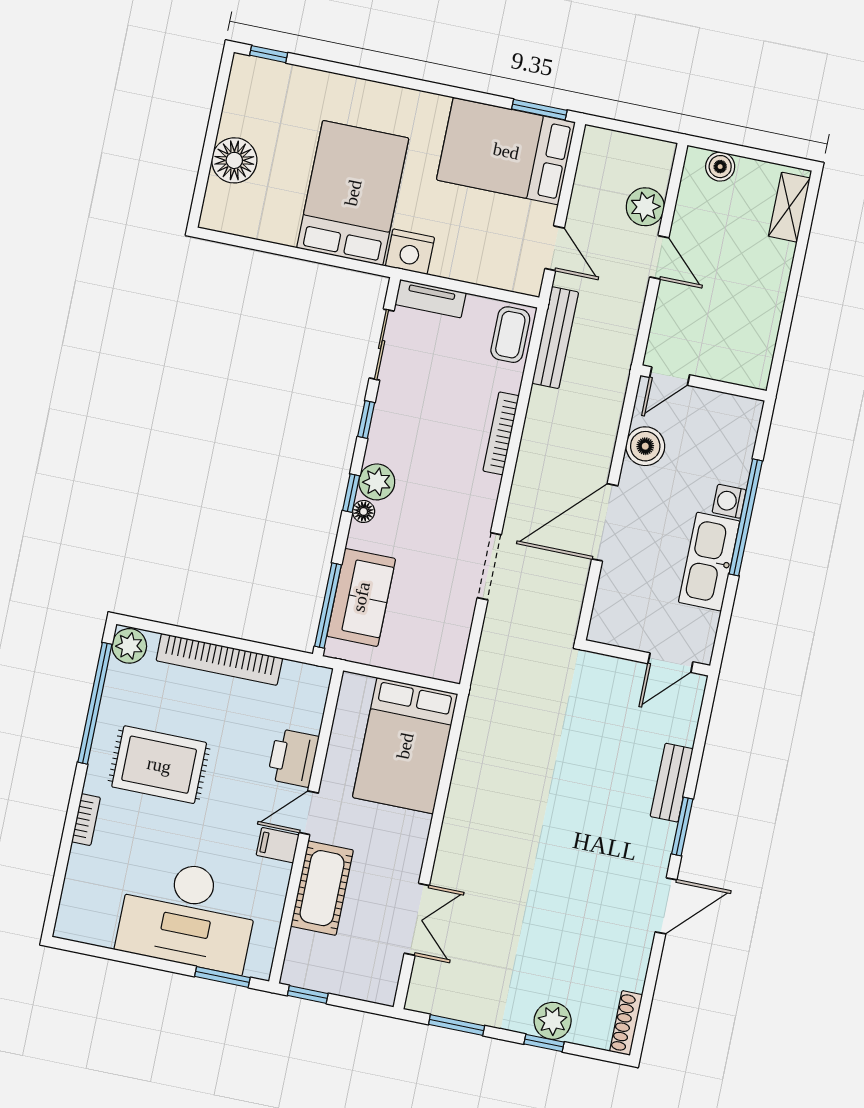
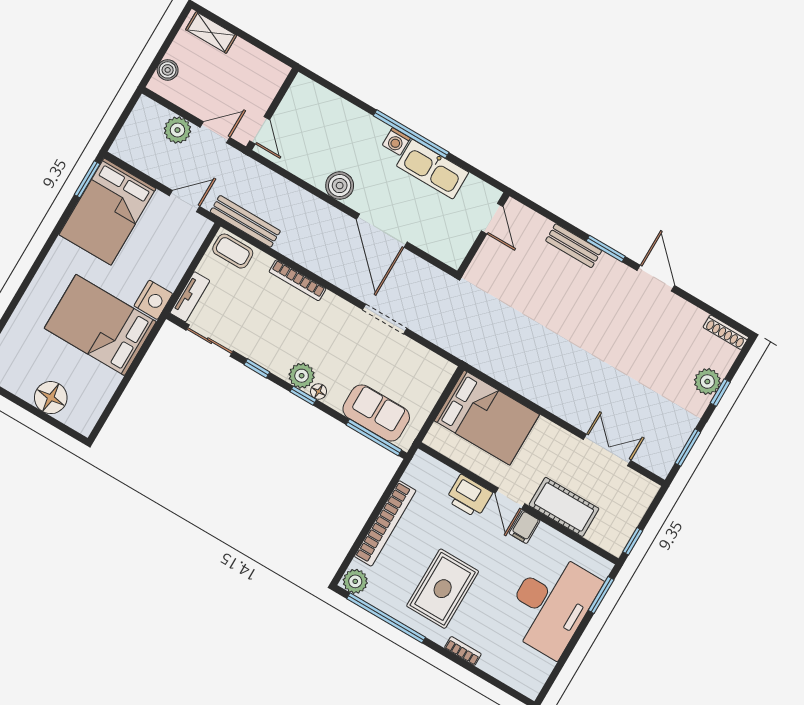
door: (670, 376) -> (260, 130), moved
wall: (703, 383) -> (272, 109), moved

